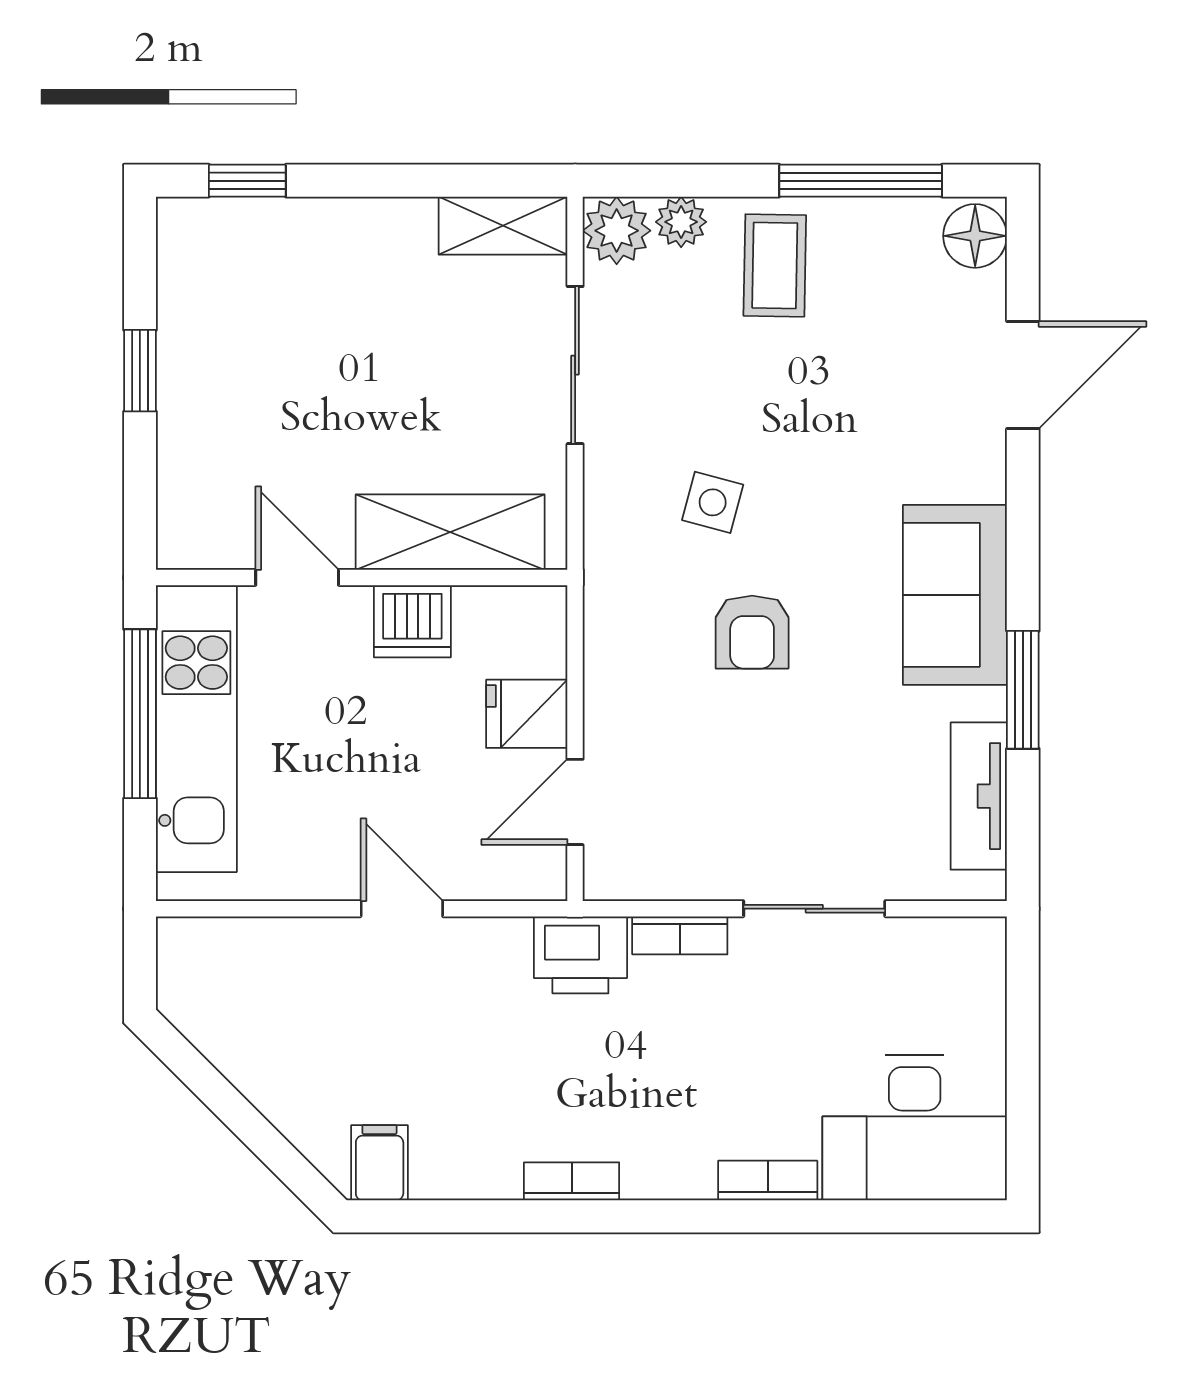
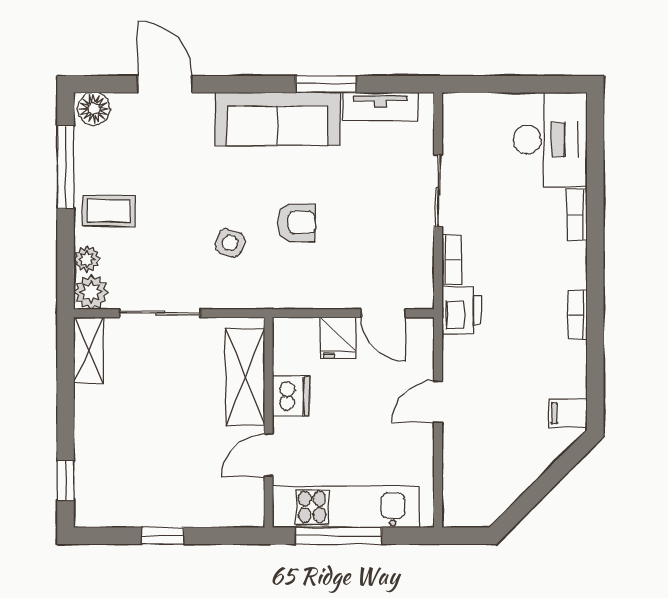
sofa: (955, 595) -> (277, 119), width x1.36

